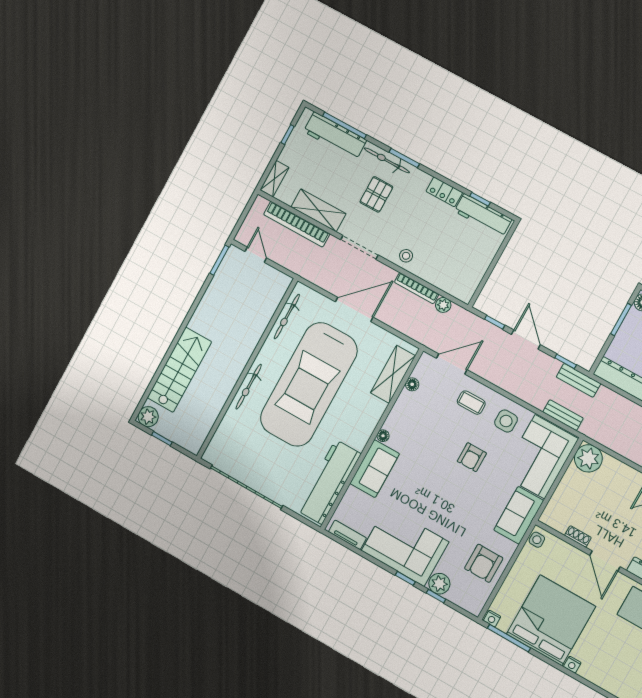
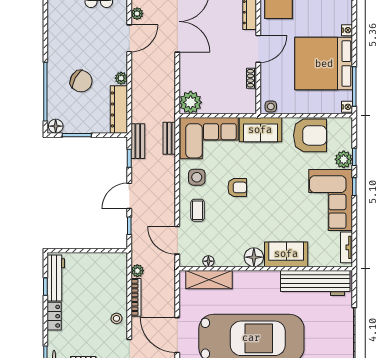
floor lamp: (383, 436) -> (254, 257), width x1.89, depth x1.89
armchair: (484, 563) -> (310, 135), width x1.36, depth x1.36

